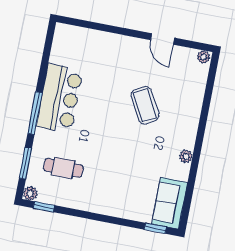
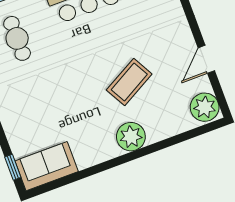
plant: (203, 57) -> (205, 107), width x1.88, depth x1.88
plant: (186, 156) -> (131, 137), moved, width x1.88, depth x1.88

